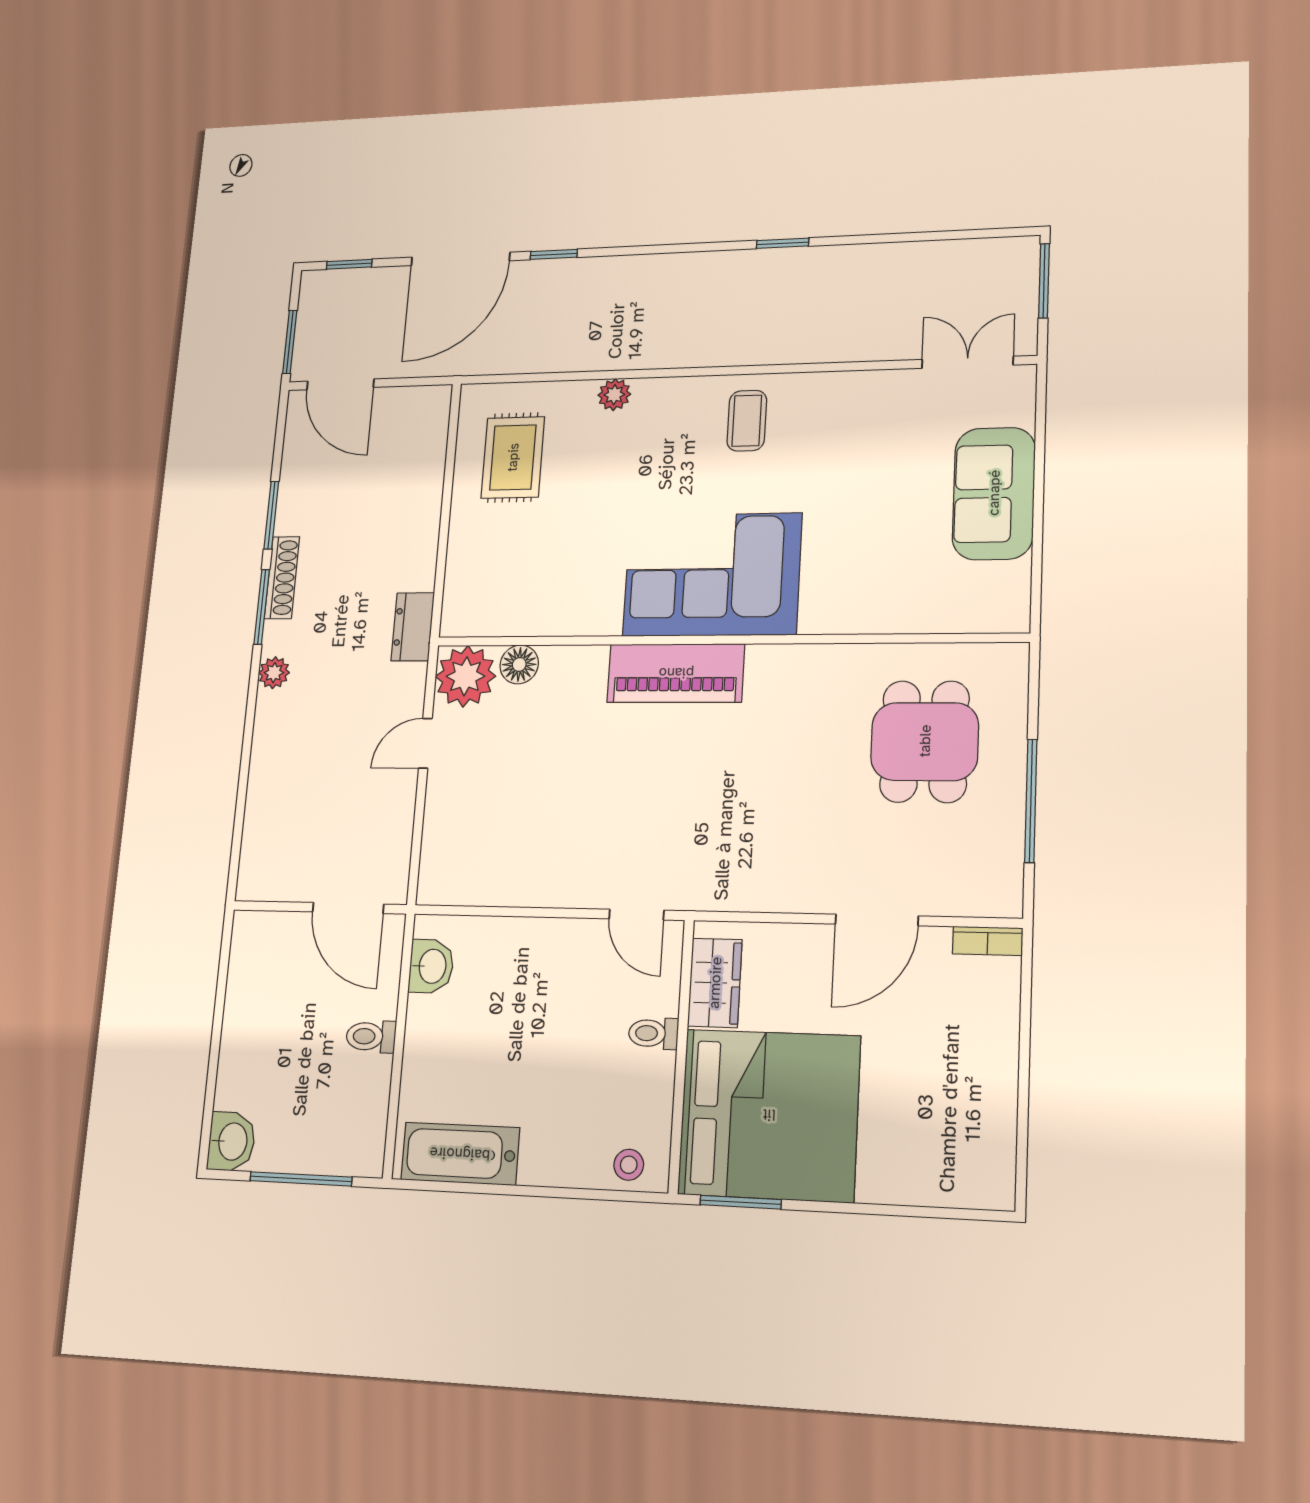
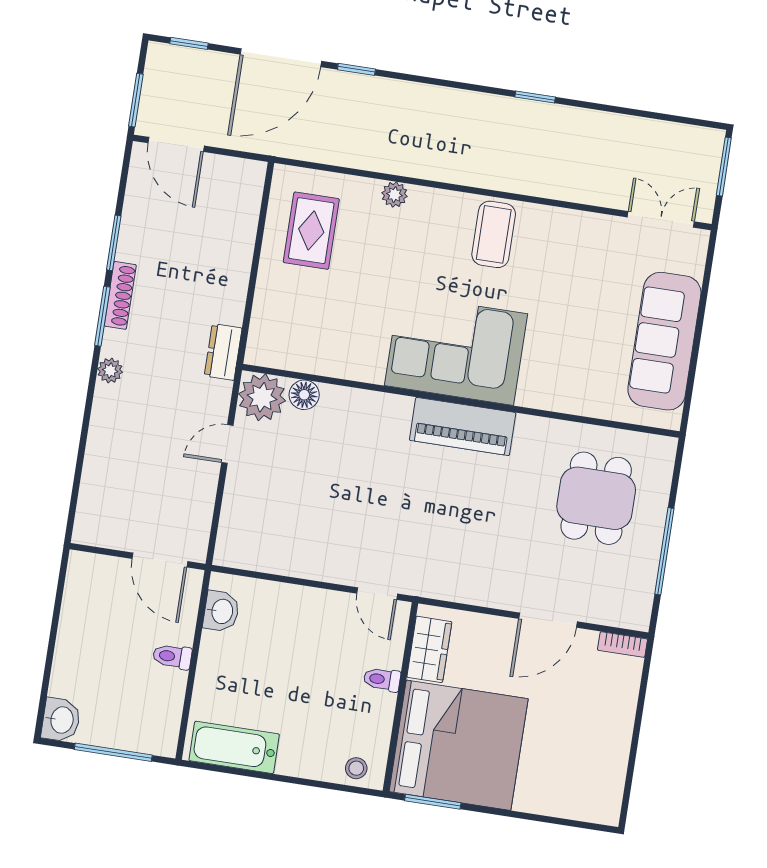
coffee table: (747, 421) -> (494, 234), width x1.36, depth x1.30
sofa: (994, 493) -> (664, 341), width x1.36
piano: (676, 673) -> (463, 426), moved

